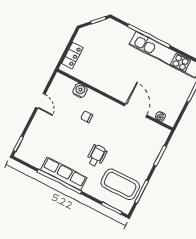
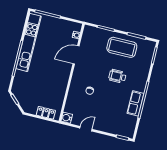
water cooler: (80, 90) -> (67, 118), moved
row of seats: (64, 174) -> (135, 103), width x0.68
coffee table: (120, 184) -> (122, 47), moved, turned 90

